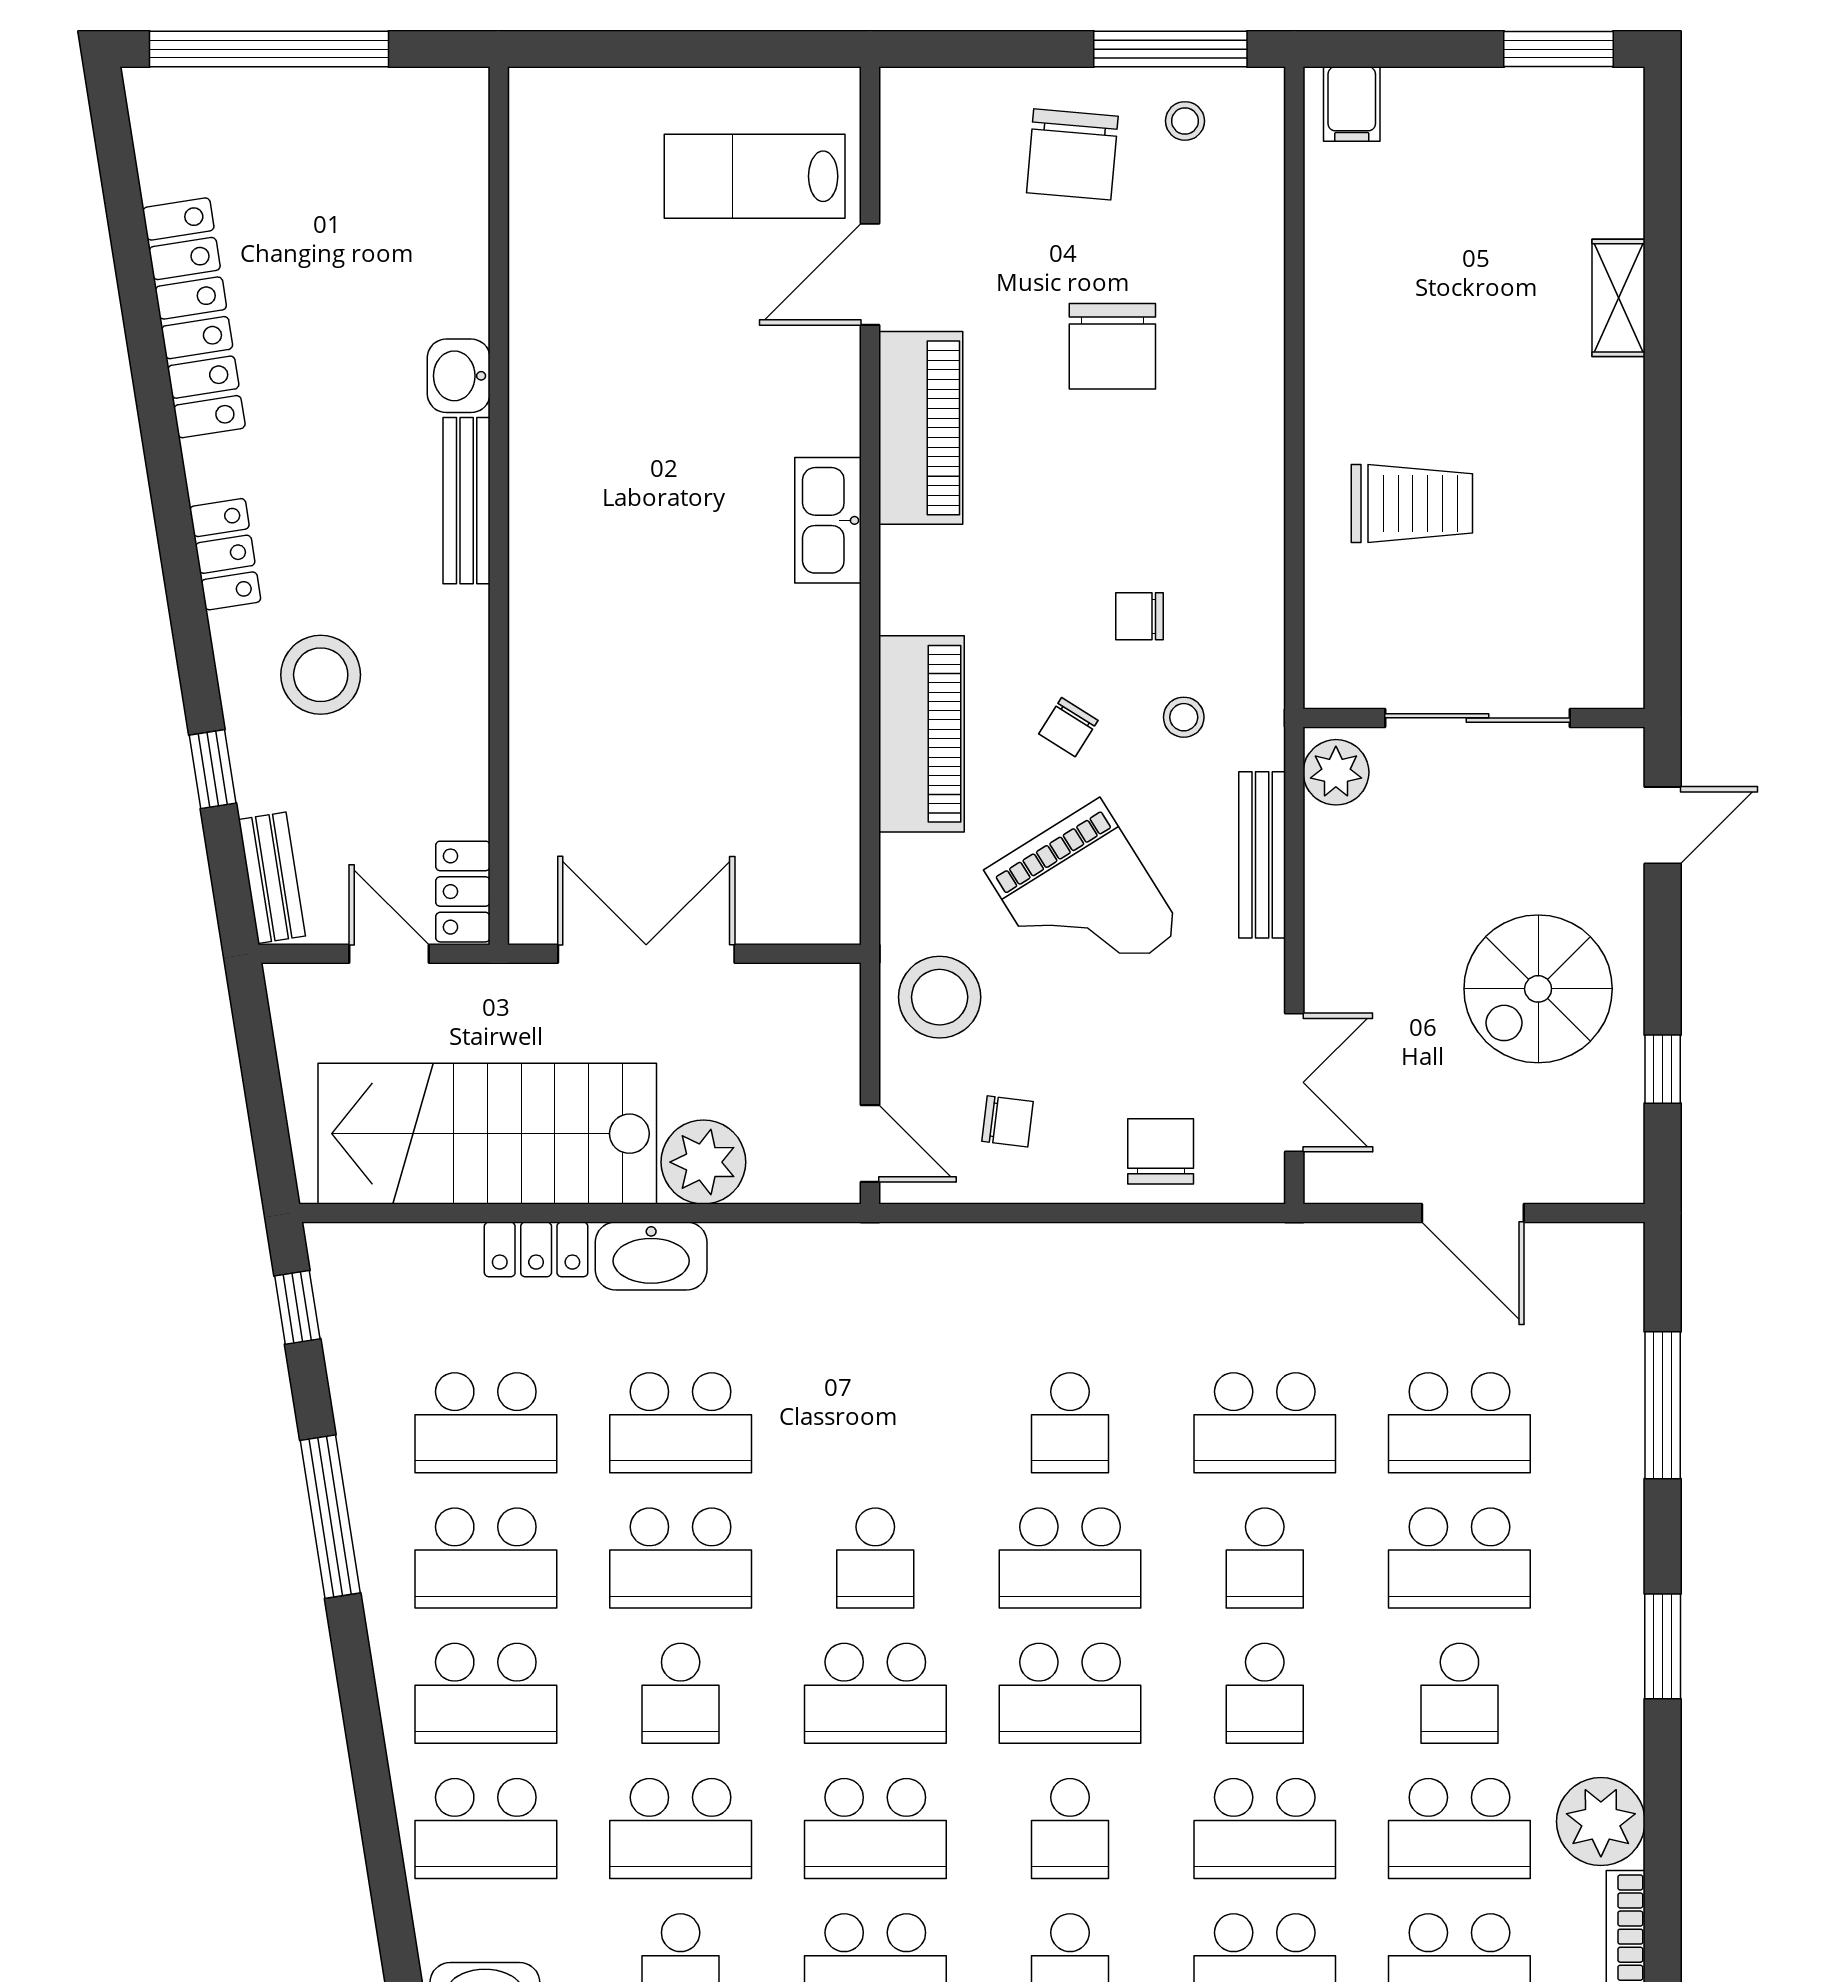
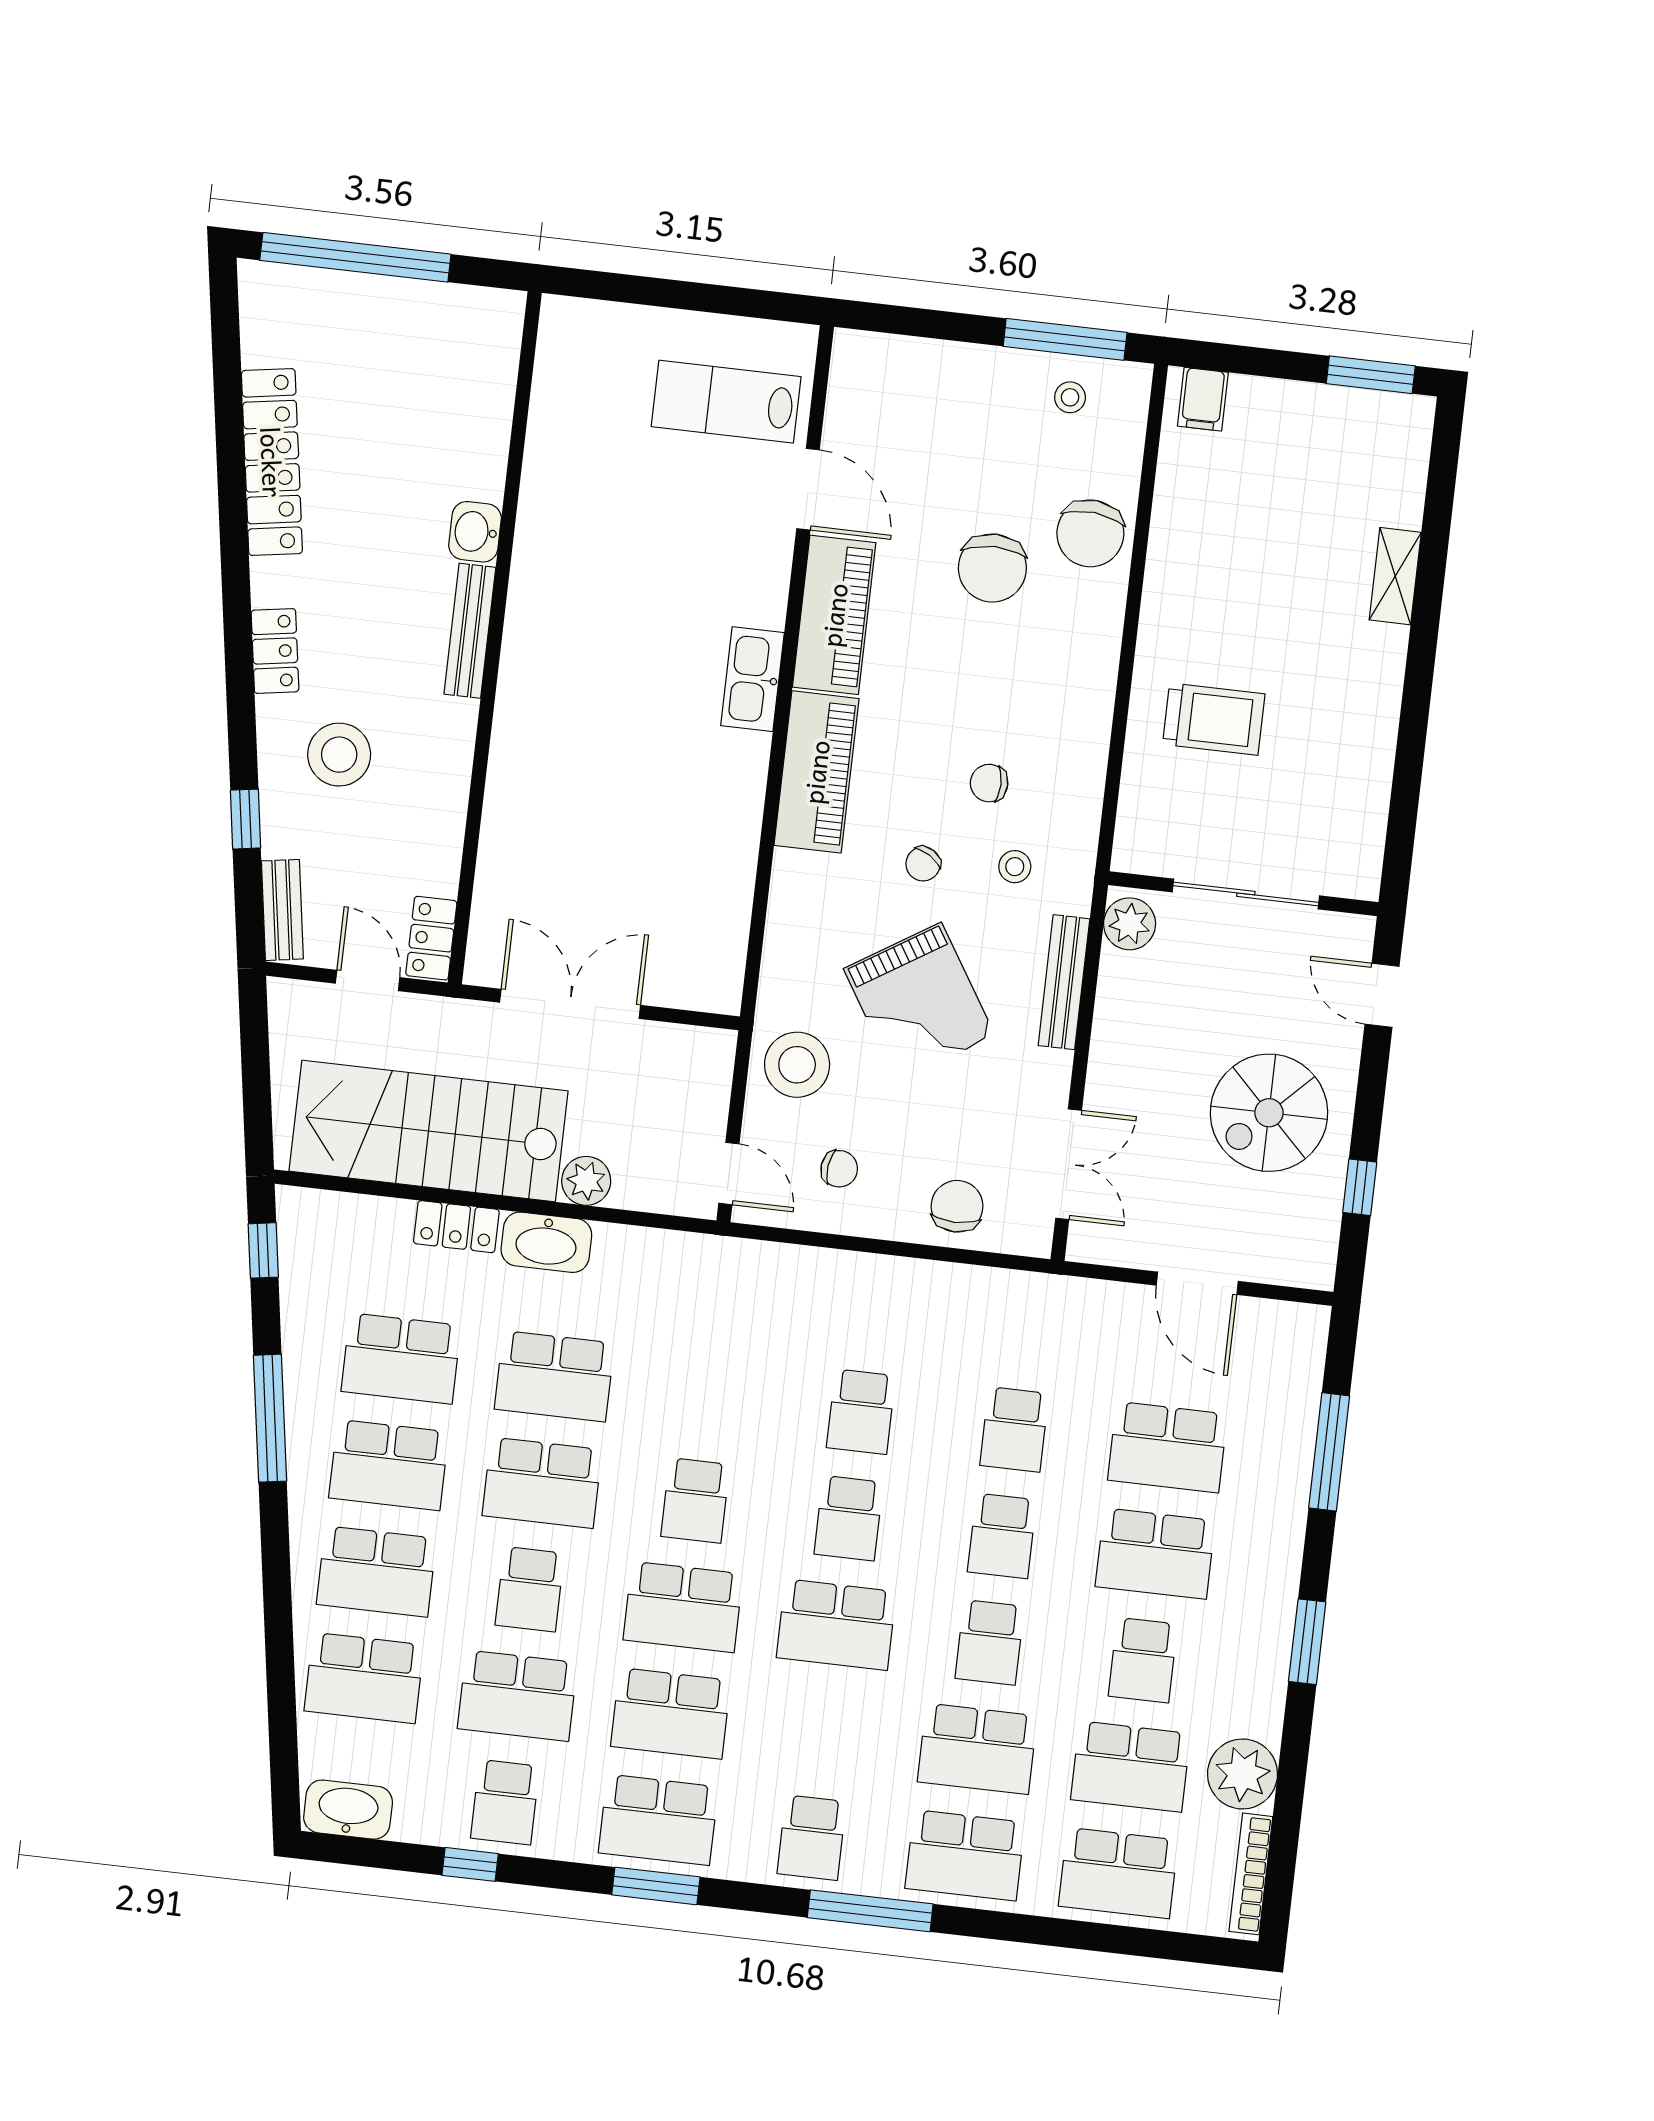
chair: (1072, 154) -> (1090, 533), moved
door: (870, 274) -> (808, 489), swing flipped
piano: (921, 734) -> (816, 772), moved
door: (1663, 825) -> (1382, 995), swing flipped
plant: (703, 1162) -> (586, 1181), width x0.73, depth x0.73
school desk: (1265, 1423) -> (1014, 1429), width x0.54
school desk: (1070, 1558) -> (849, 1518), width x0.54
school desk: (1070, 1828) -> (824, 1731), removed

